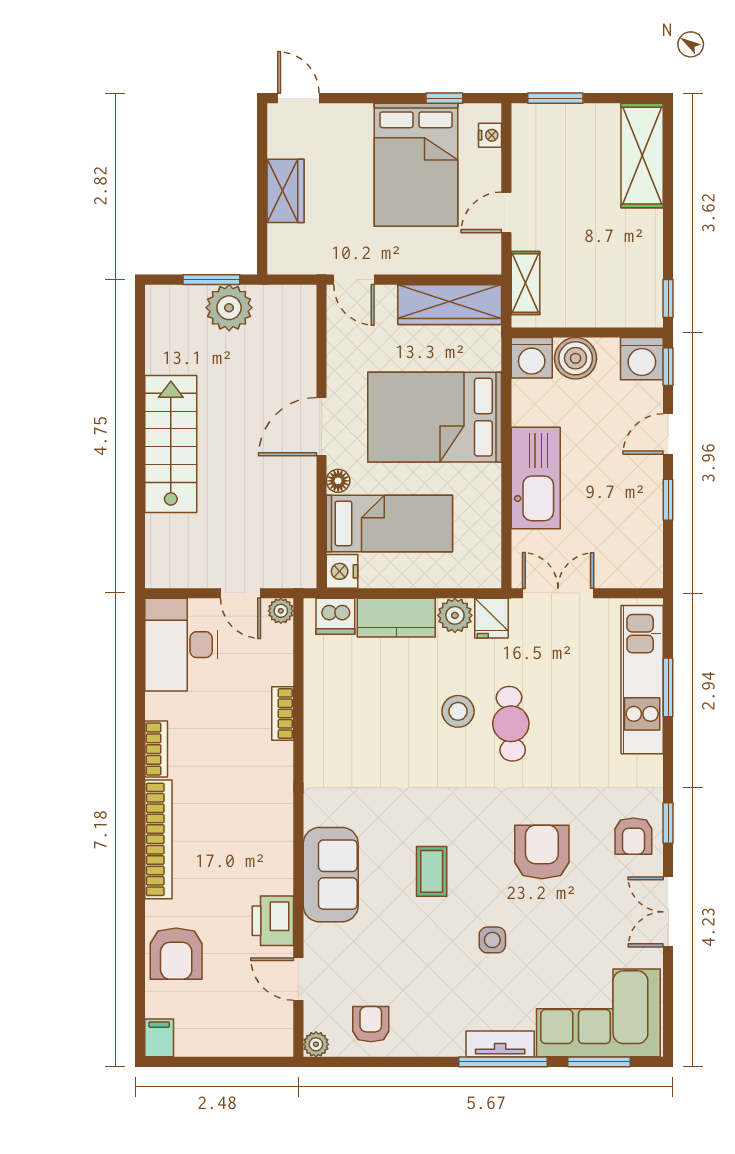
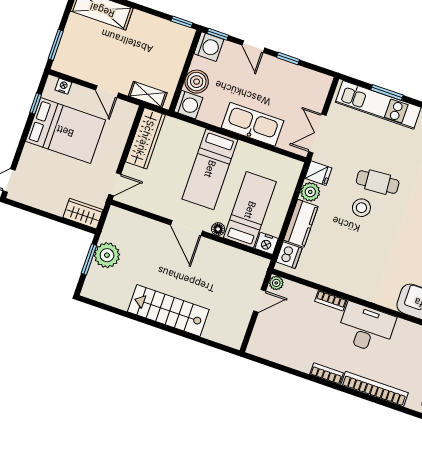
wardrobe: (285, 191) -> (83, 214), moved
bed: (435, 417) -> (210, 169), width x0.67
desk: (181, 645) -> (366, 328), moved, turned 180

